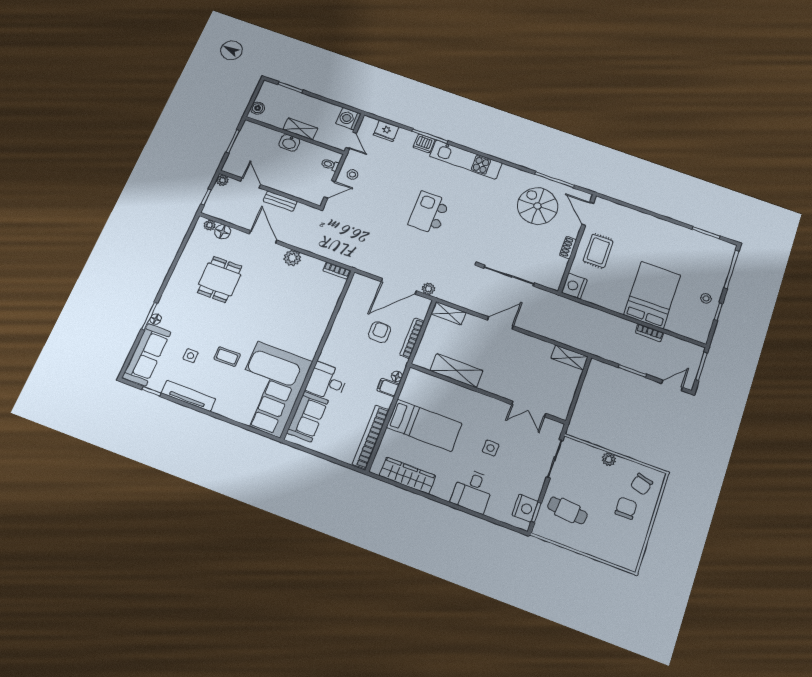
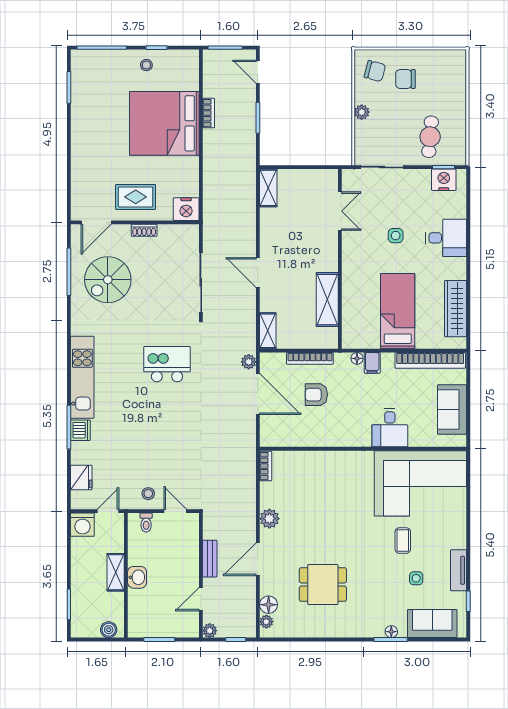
kitchen island: (429, 213) -> (167, 364), moved, turned 180
bed: (652, 295) -> (164, 123), width x1.36
sofa: (147, 355) -> (432, 623), width x0.73
tv unit: (188, 396) -> (459, 570), width x0.71
sofa: (307, 417) -> (452, 409), moved, turned -90

